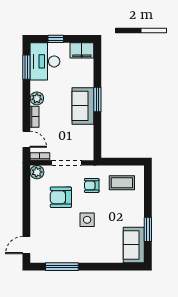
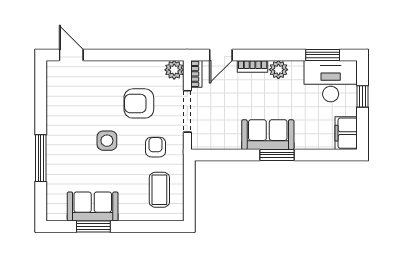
armchair: (61, 197) -> (139, 103), turned -90
sofa: (134, 245) -> (93, 207), moved
window: (62, 267) -> (41, 158), moved

